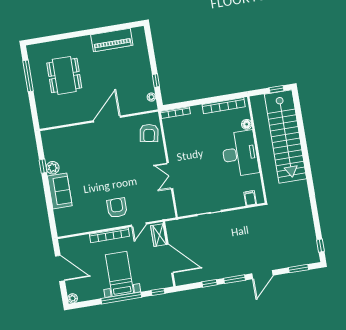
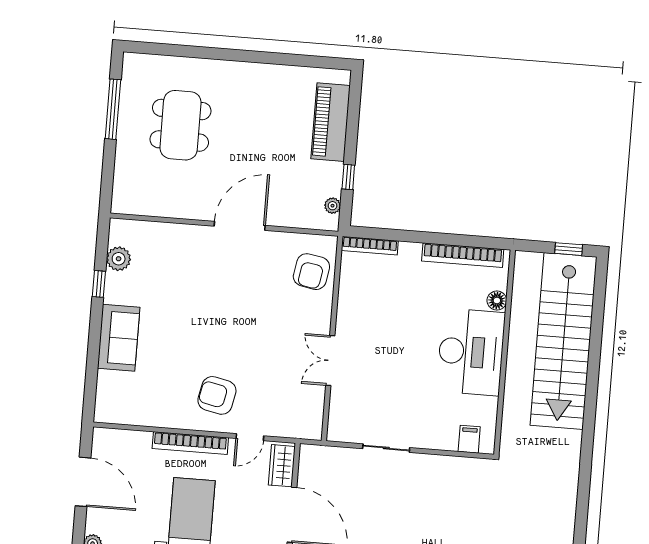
piano: (112, 40) -> (331, 122), moved, turned 90
plant: (53, 168) -> (119, 259), moved
armchair: (117, 208) -> (217, 395), turned -78

